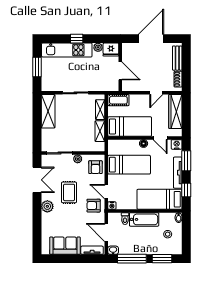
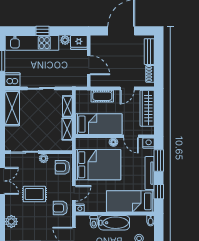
dishwasher: (48, 85) -> (12, 80), added
cot: (118, 100) -> (102, 96), moved
bed: (129, 165) -> (98, 165), width x1.50
armchair: (95, 167) -> (62, 167), turned 90
rug: (69, 192) -> (34, 194), turned 90
door: (106, 192) -> (74, 193), swing flipped
plant: (47, 206) -> (11, 222), moved

